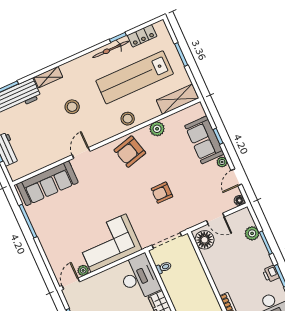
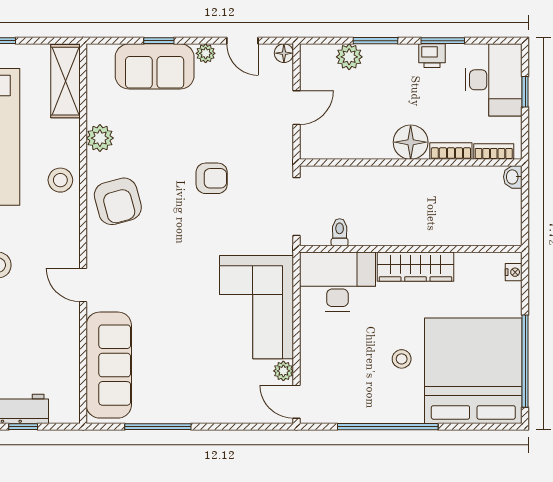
armchair: (162, 193) -> (212, 178), turned -90
floor lamp: (204, 240) -> (411, 142), moved

